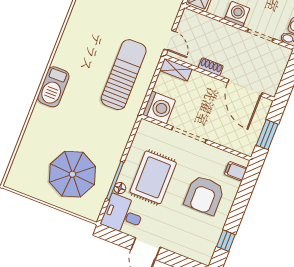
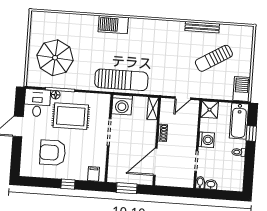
door: (170, 40) -> (183, 98), moved
sun lounger: (124, 75) -> (121, 80), moved
armchair: (204, 195) -> (53, 153), moved
window: (226, 241) -> (68, 184), moved

